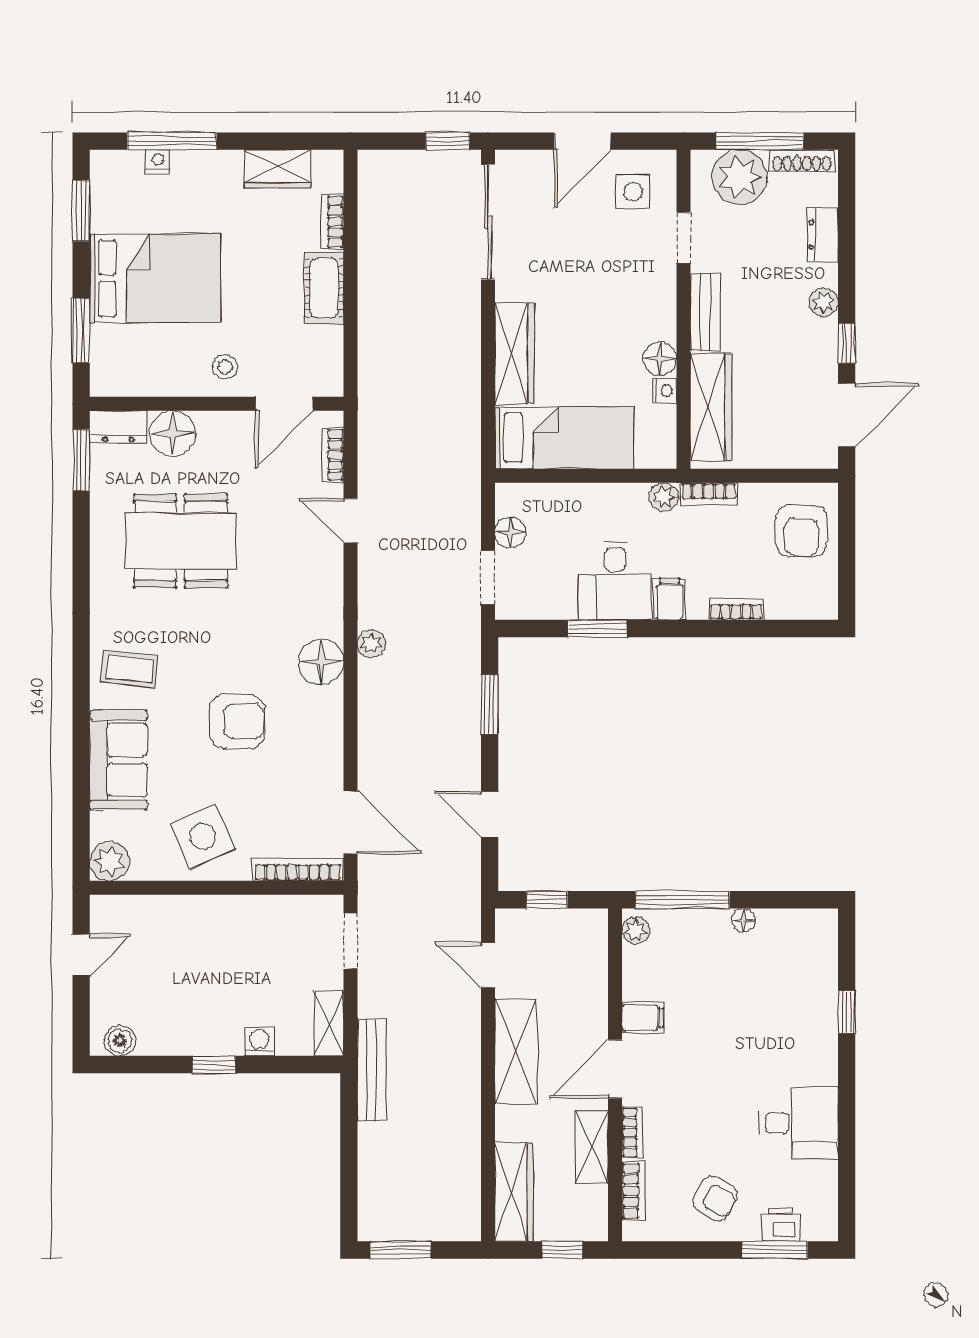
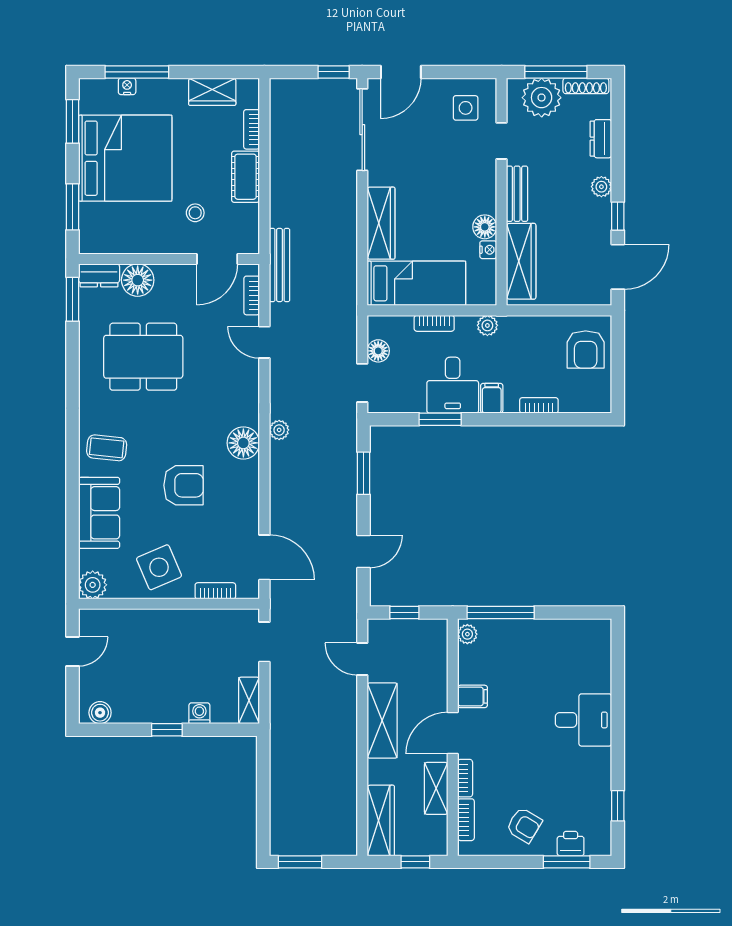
door: (582, 141) -> (401, 72), moved
bed: (155, 278) -> (125, 158), width x1.36
stool: (225, 367) -> (195, 213), moved
bookcase: (709, 494) -> (434, 323), moved
door: (490, 814) -> (363, 551), swing flipped
bookcase: (298, 870) -> (215, 591), width x0.64
floor lamp: (743, 920) -> (544, 627), removed
window: (847, 1012) -> (618, 806), moved
bench: (372, 1070) -> (279, 265), moved
desk: (799, 1123) -> (583, 720), moved

